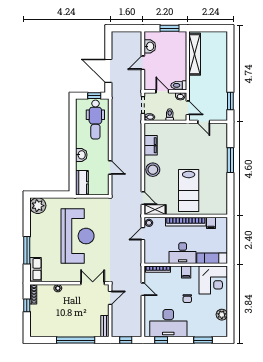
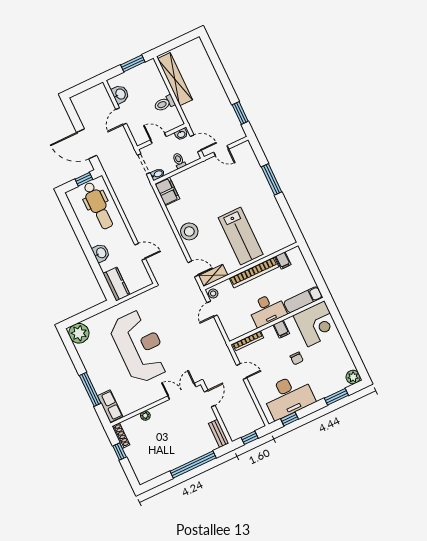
toilet: (179, 85) -> (164, 103), moved
filing cabinet: (151, 145) -> (167, 191), moved
plant: (222, 315) -> (353, 377), moved

